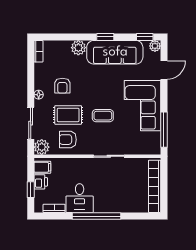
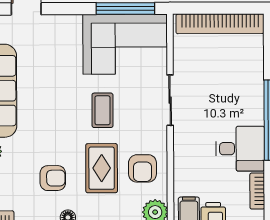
corner sofa: (142, 106) -> (125, 44), moved

